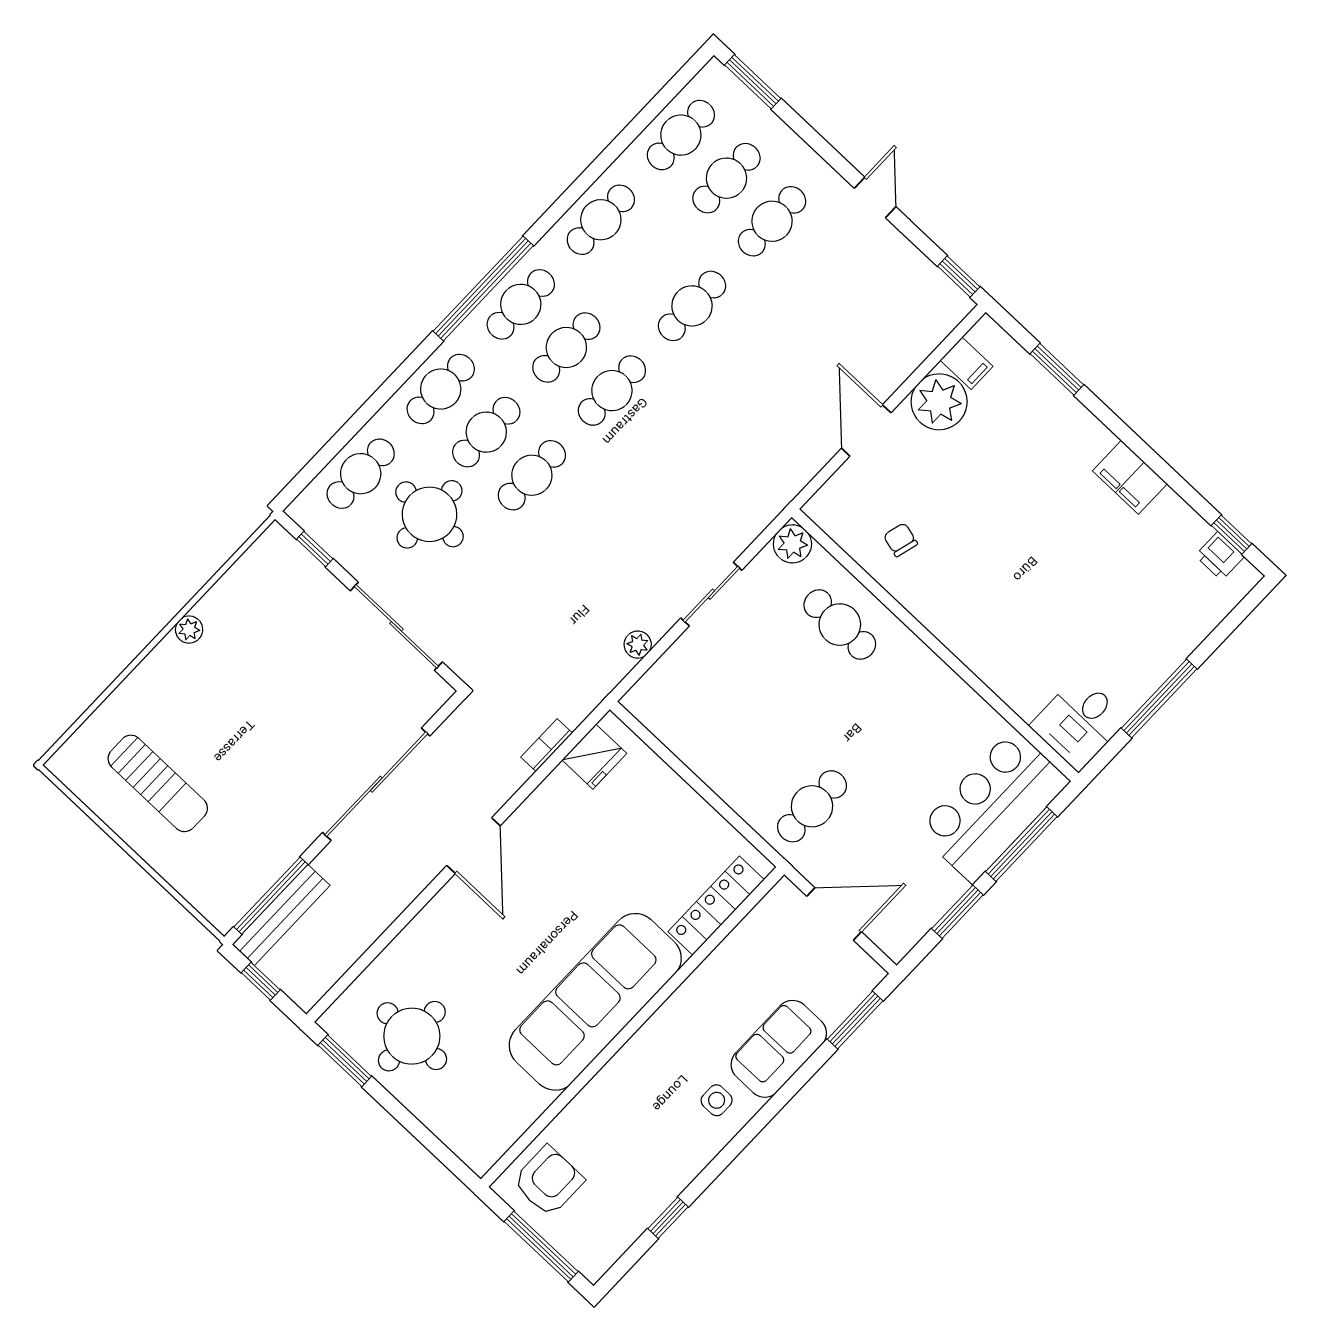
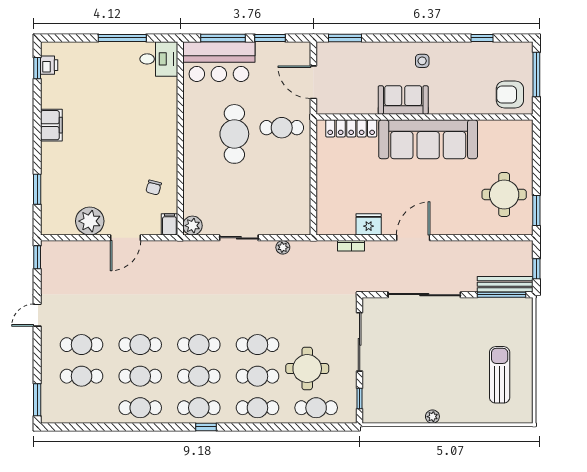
cafe table: (681, 135) -> (140, 376), moved
window: (483, 288) -> (206, 427), width x0.32
filing cabinet: (966, 363) -> (169, 224), moved
cafe table: (840, 625) -> (234, 134), moved, width x1.37, depth x1.35
fridge: (594, 757) -> (369, 224), moved
sofa: (779, 1049) -> (403, 100), moved, turned 180

